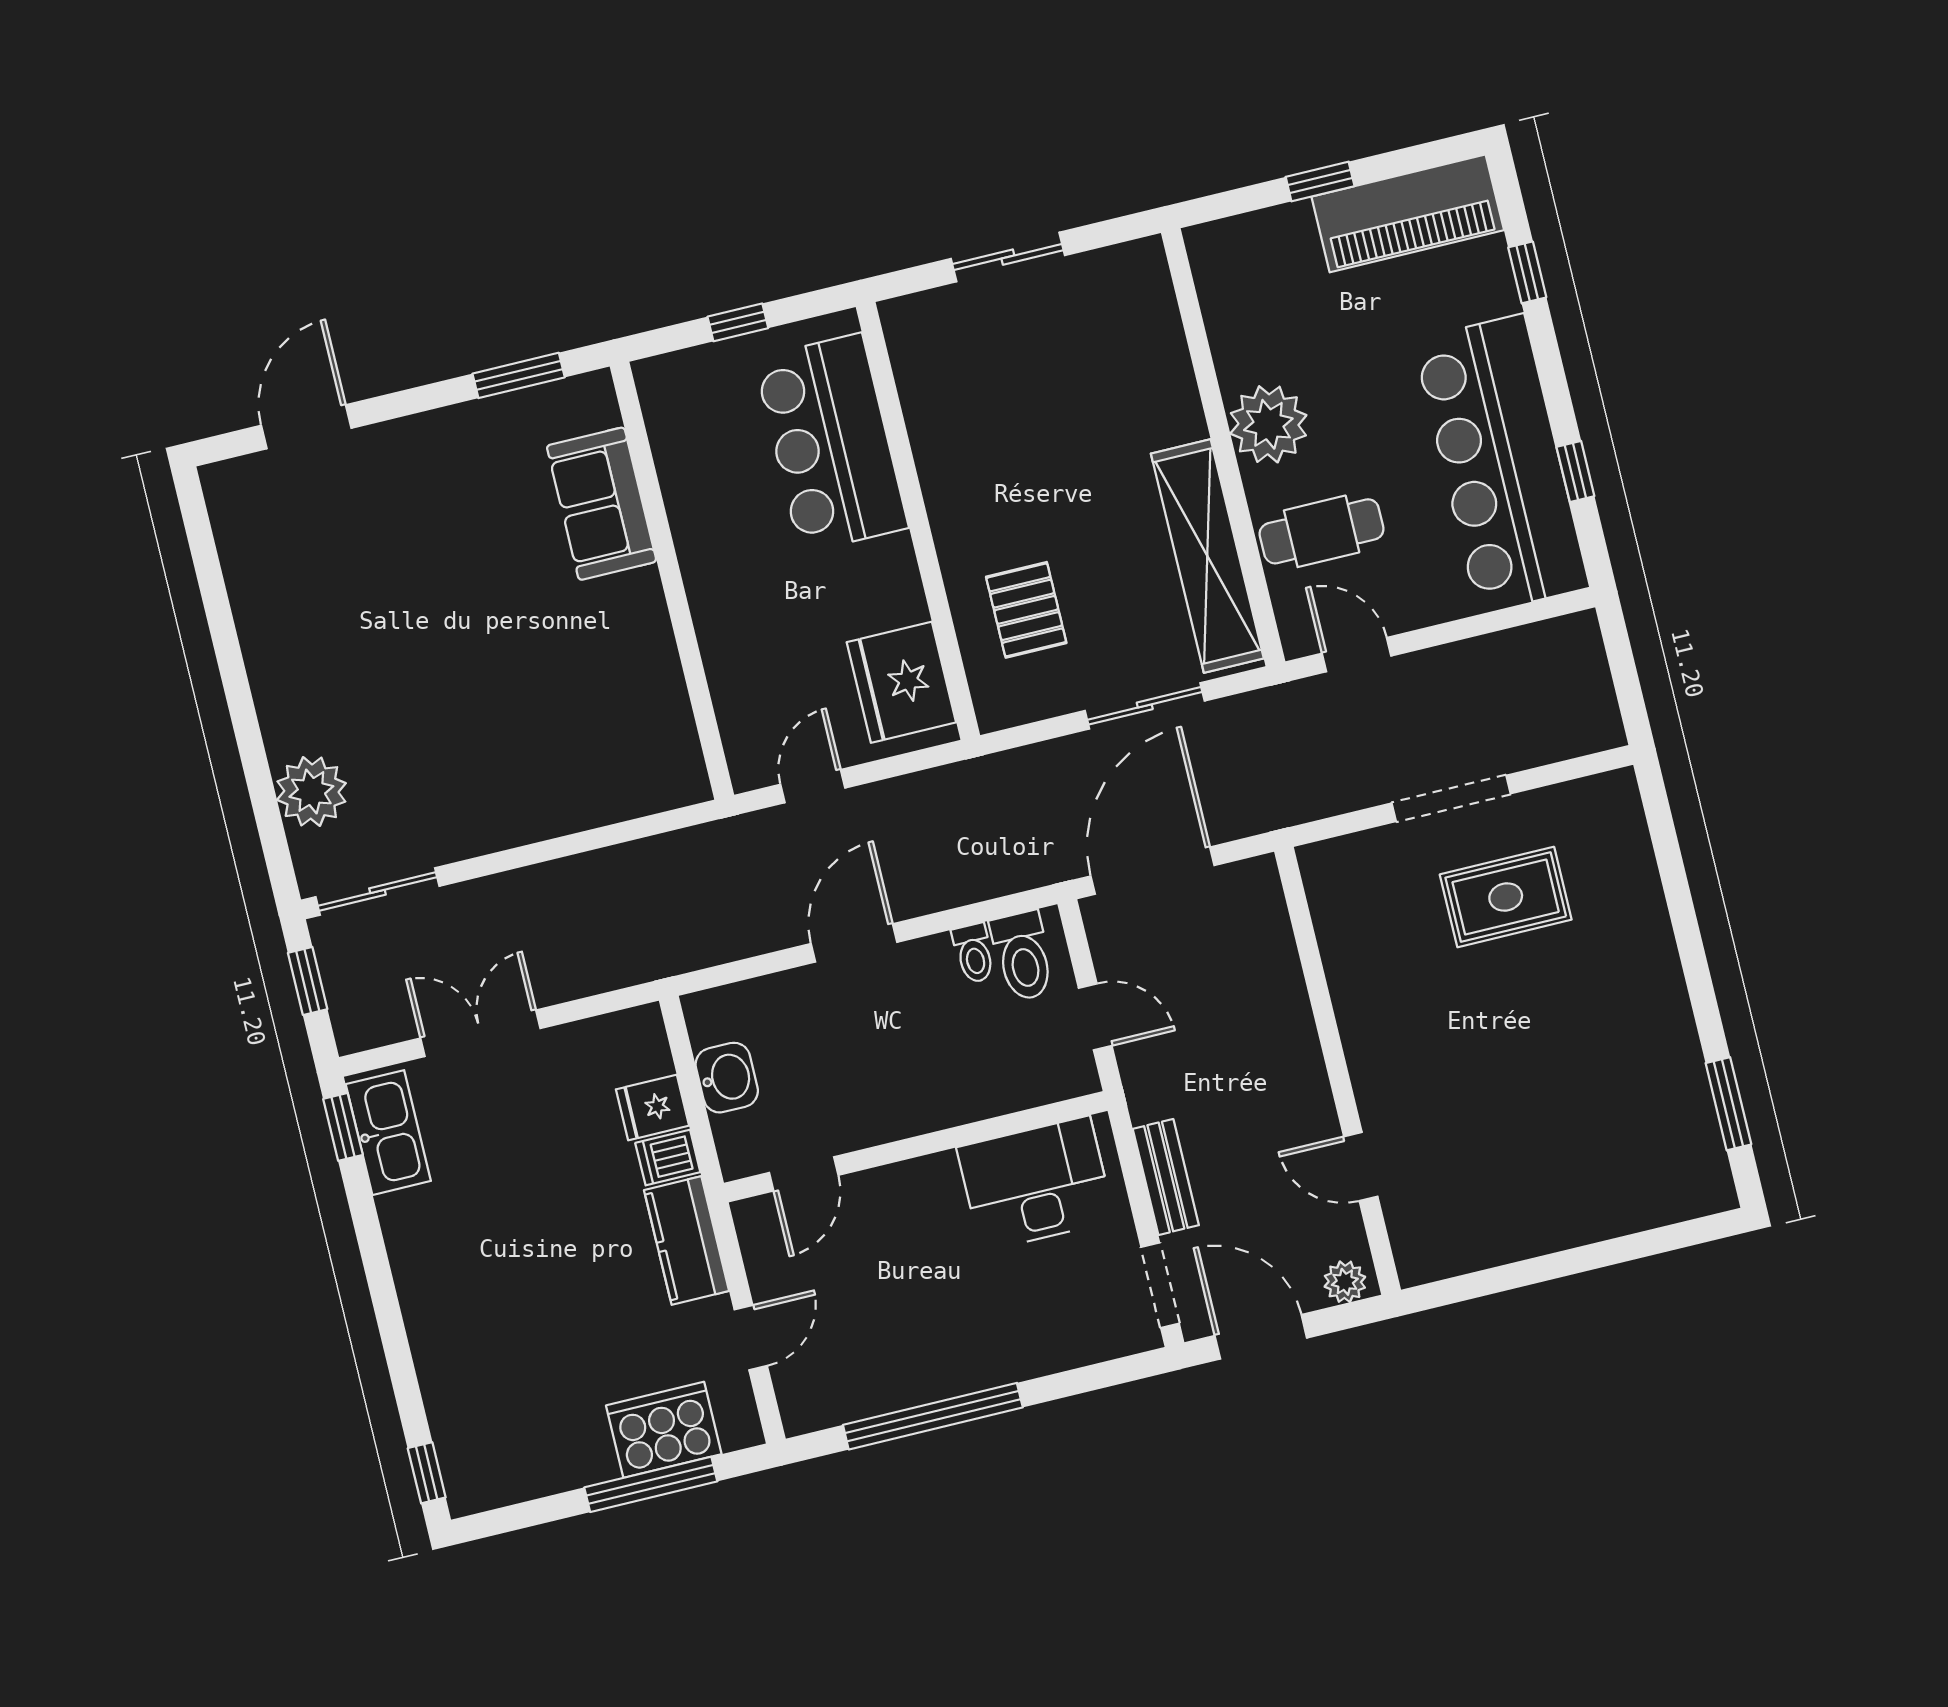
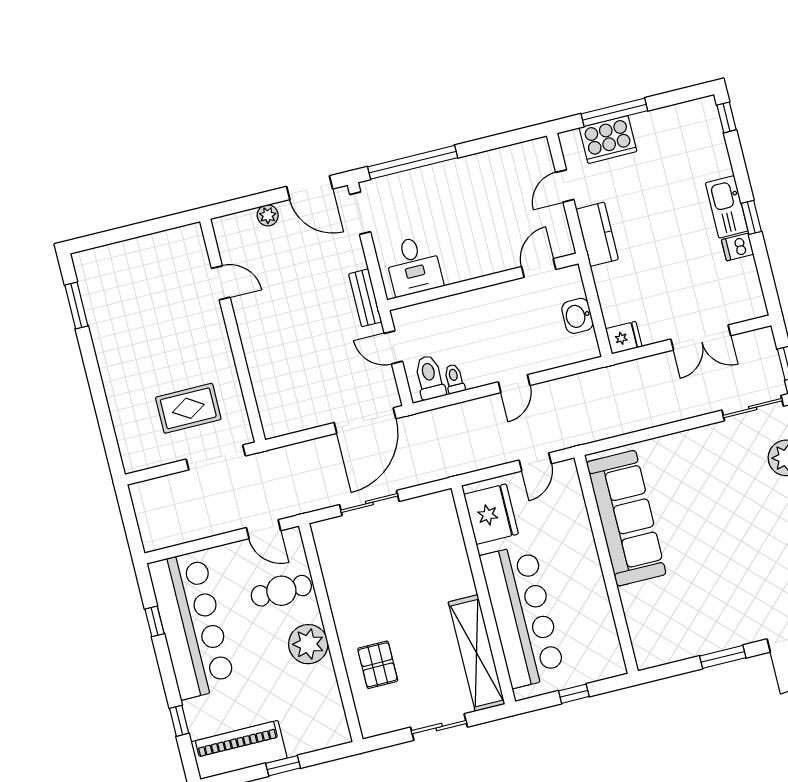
window: (519, 375) -> (723, 657), moved
bar counter: (831, 443) -> (522, 616), width x1.36
sofa: (602, 504) -> (626, 518), moved, width x1.85, depth x1.27
shelving: (1207, 556) -> (477, 653), moved
pallet: (1026, 610) -> (378, 665), moved
door: (854, 943) -> (514, 384), width x0.73
wall: (1337, 1071) -> (233, 331), moved
fridge: (652, 1108) -> (624, 338), moved
window: (343, 1127) -> (751, 217), moved
kitchen sink: (388, 1133) -> (727, 207), moved
dishwasher: (668, 1158) -> (738, 247), moved, turned 180
door: (1361, 1166) -> (221, 283), moved
bench: (1166, 1177) -> (365, 298), moved
desk: (1036, 1184) -> (414, 266), width x0.73
window: (933, 1416) -> (413, 162), moved

